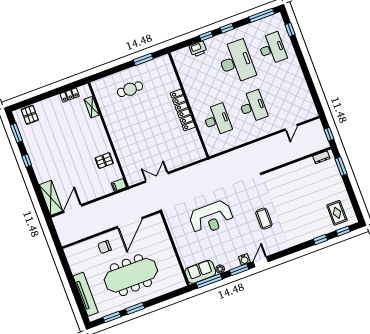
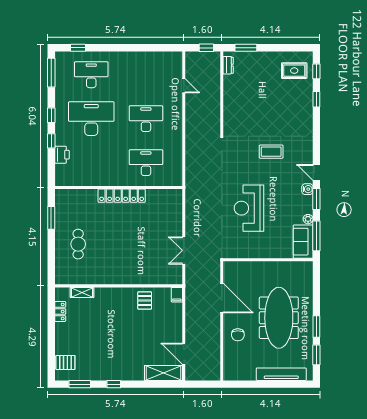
reception desk: (211, 218) -> (249, 208), turned 180

